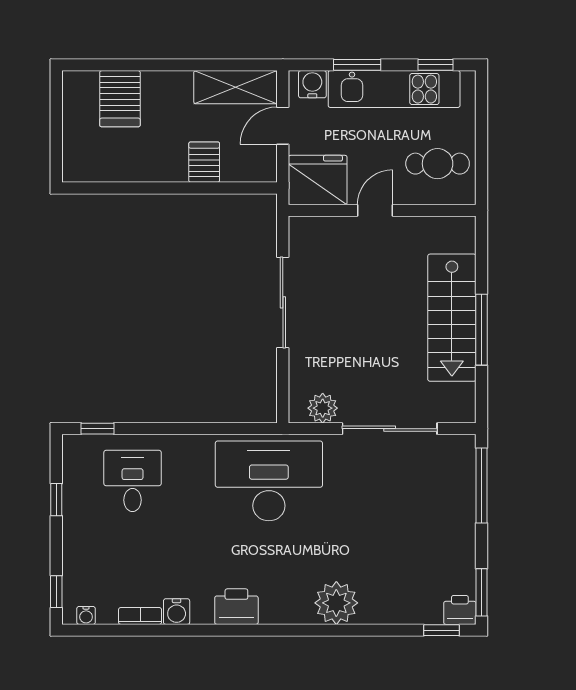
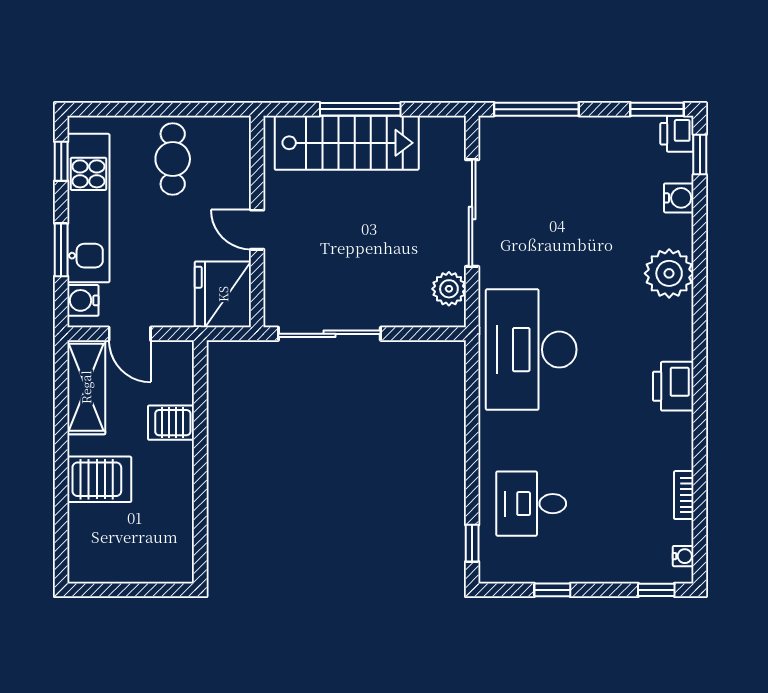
server rack: (120, 99) -> (99, 479), moved
fridge: (318, 180) -> (223, 294), moved
door: (375, 210) -> (257, 230), moved
wall: (382, 210) -> (257, 222), moved
water cooler: (177, 612) -> (679, 198), moved

